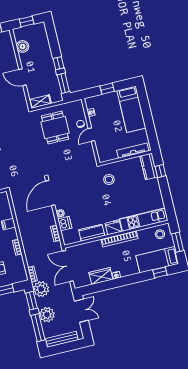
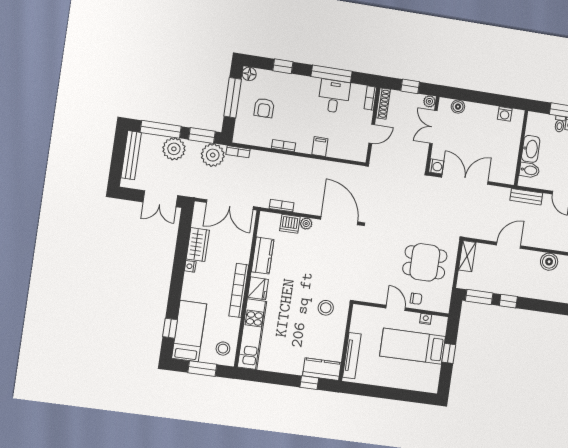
bed: (131, 109) -> (413, 346), moved
double door: (68, 266) -> (230, 205), swing flipped

